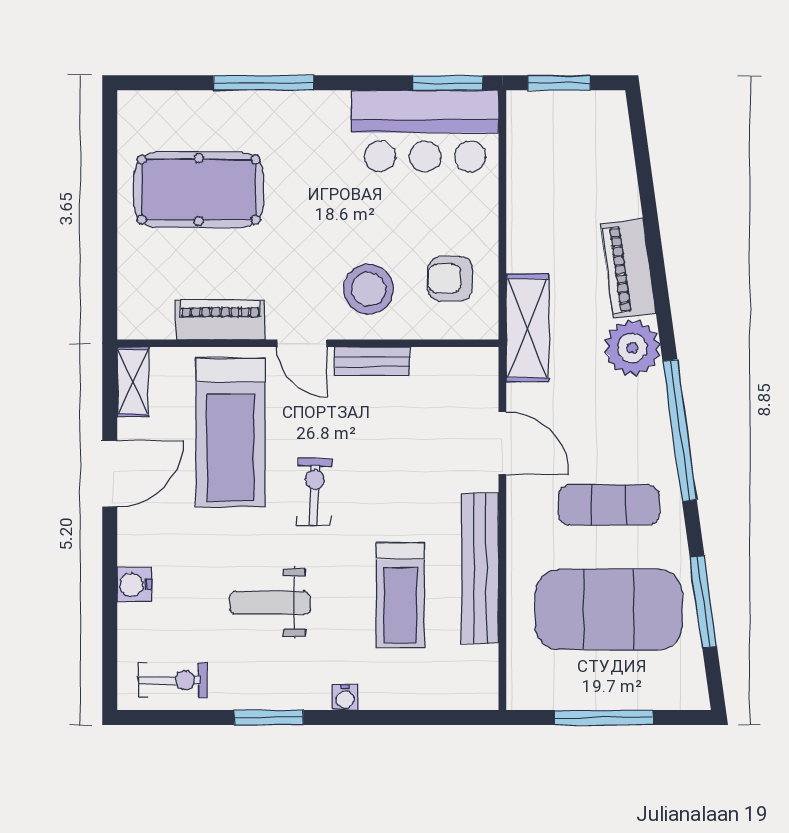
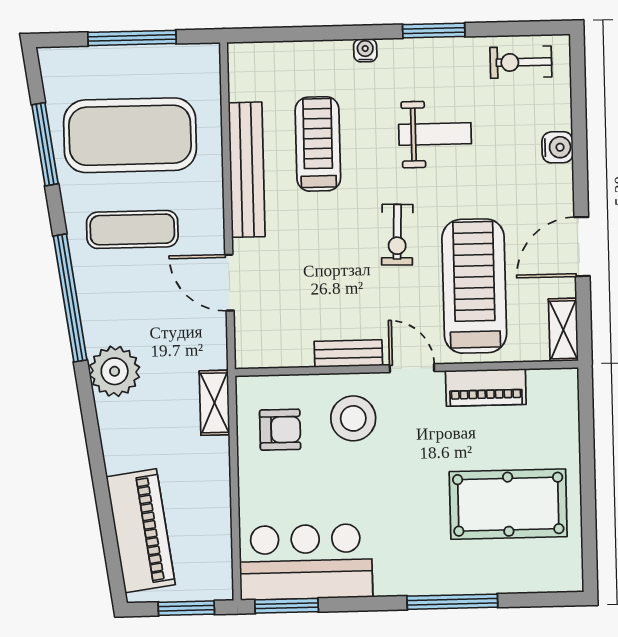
piano: (628, 269) -> (141, 531), moved, width x1.37, depth x1.33
shelving: (527, 328) -> (215, 403), width x0.67, depth x0.75

